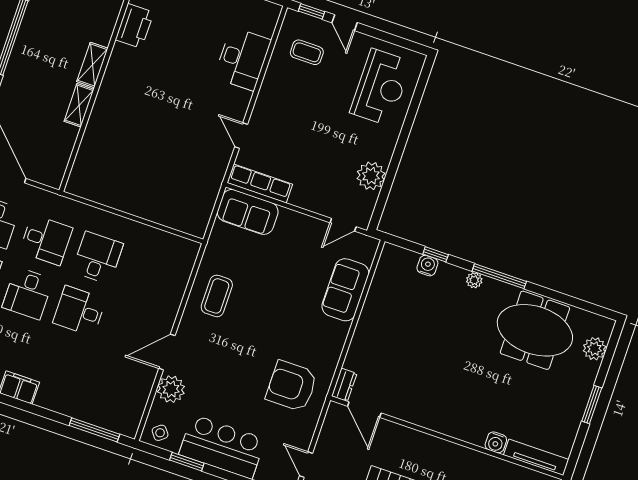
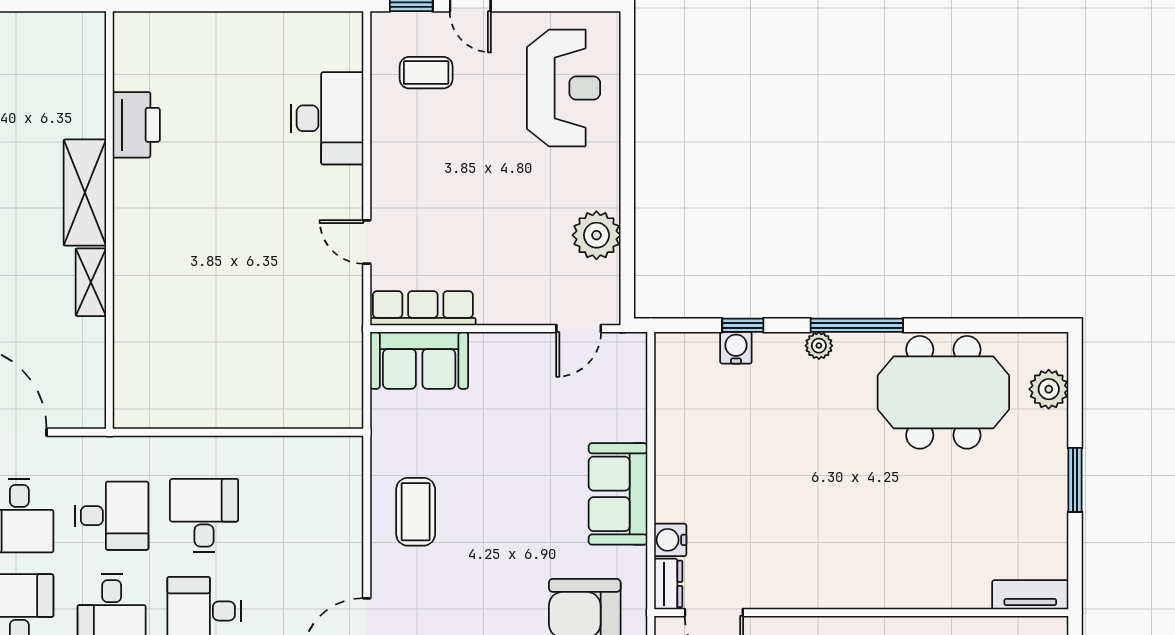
shelving: (92, 65) -> (85, 193), width x1.50, depth x1.33
sofa: (345, 290) -> (618, 494), moved
water cooler: (496, 442) -> (670, 540), moved, turned 90
tv unit: (536, 457) -> (1030, 595), width x0.71

